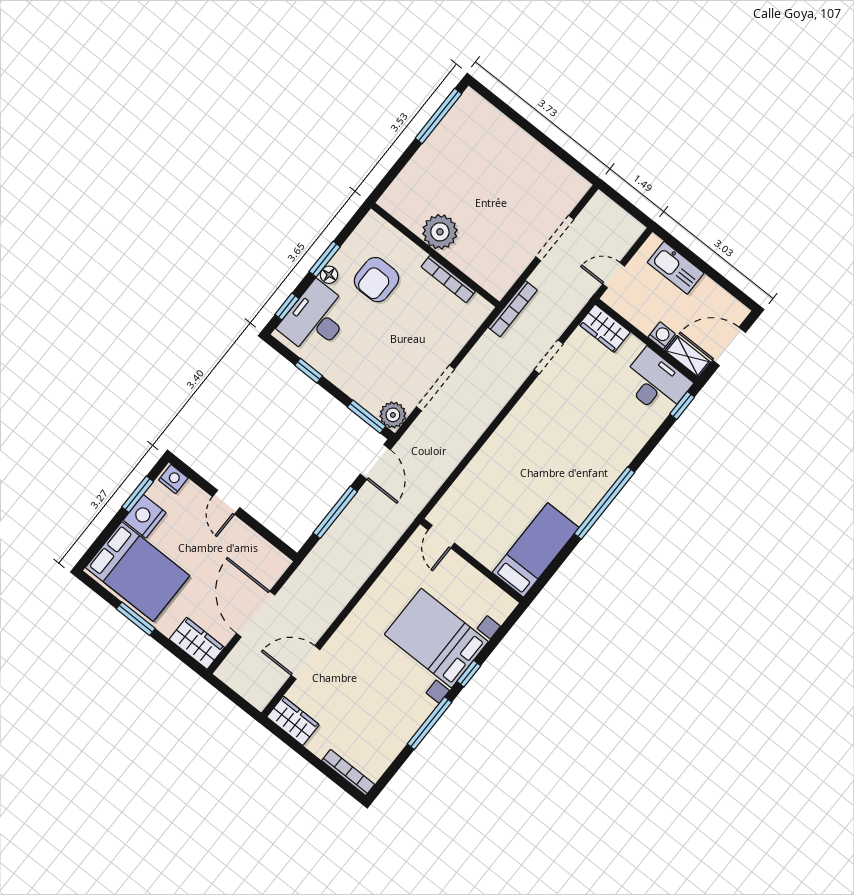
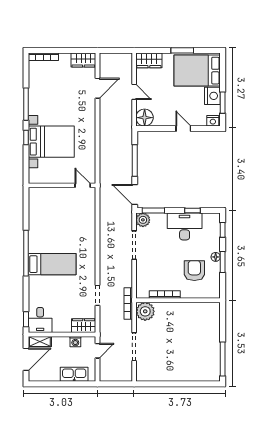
plant: (440, 232) -> (145, 311), moved
desk: (316, 319) -> (185, 226), moved, turned -90
washing machine: (662, 335) -> (75, 342), moved
desk: (656, 383) -> (40, 320), width x0.73
bed: (536, 550) -> (52, 264), moved, turned -90
floor lamp: (270, 564) -> (145, 118), added
door: (256, 614) -> (134, 92), width x0.53

